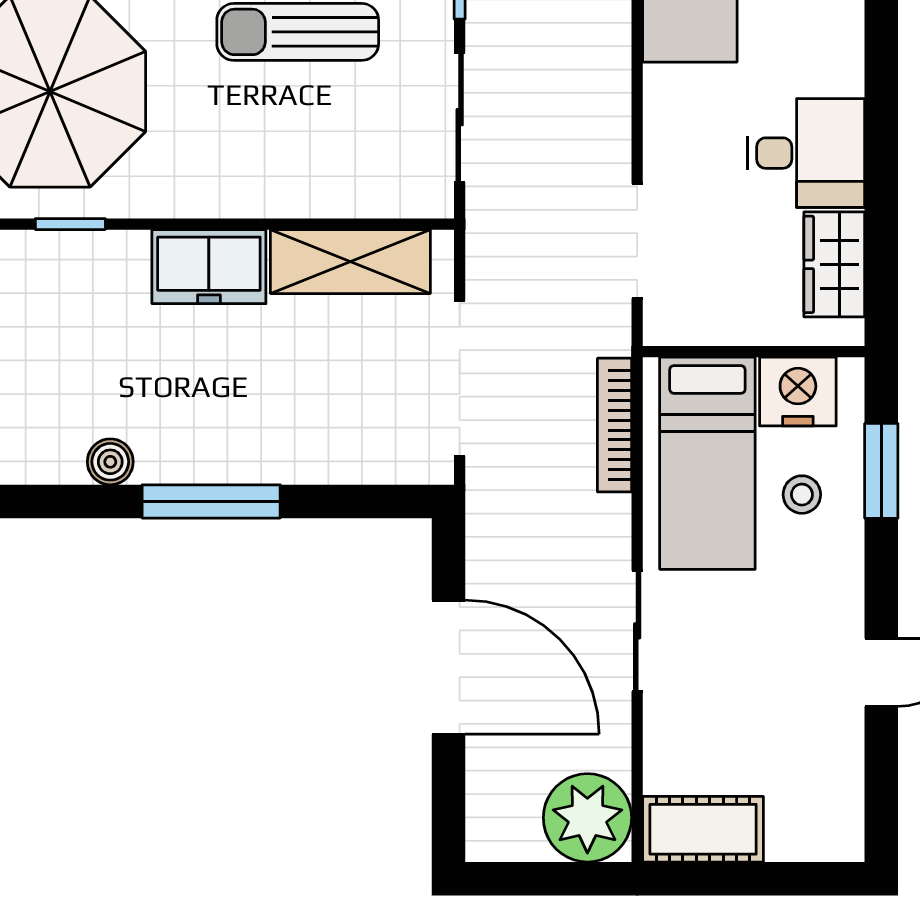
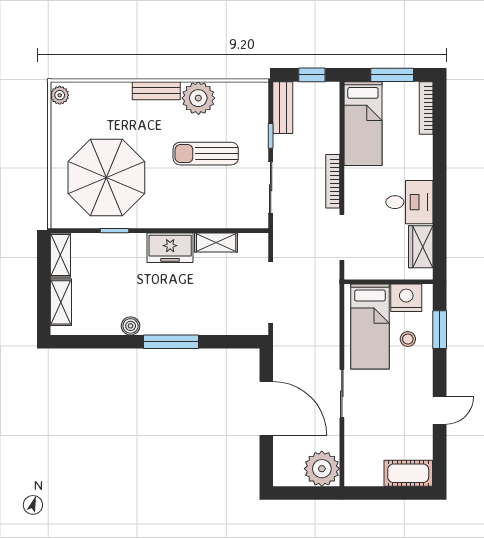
shelving: (350, 262) -> (216, 242), width x0.67, depth x0.75
bookcase: (615, 425) -> (333, 181), moved
cot: (703, 829) -> (408, 473), moved

